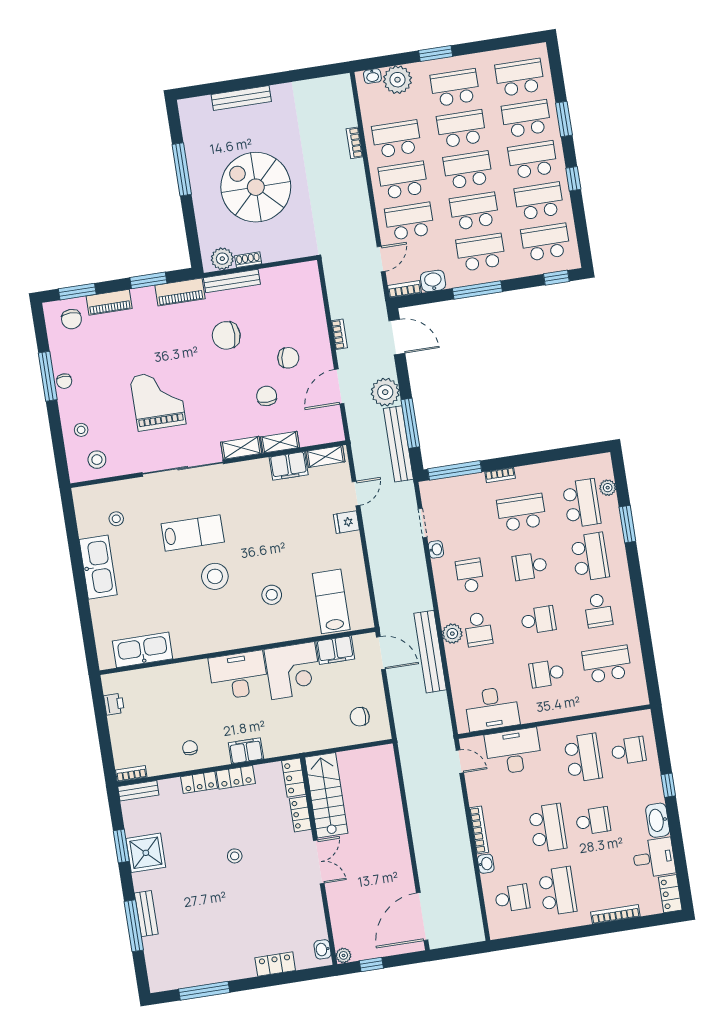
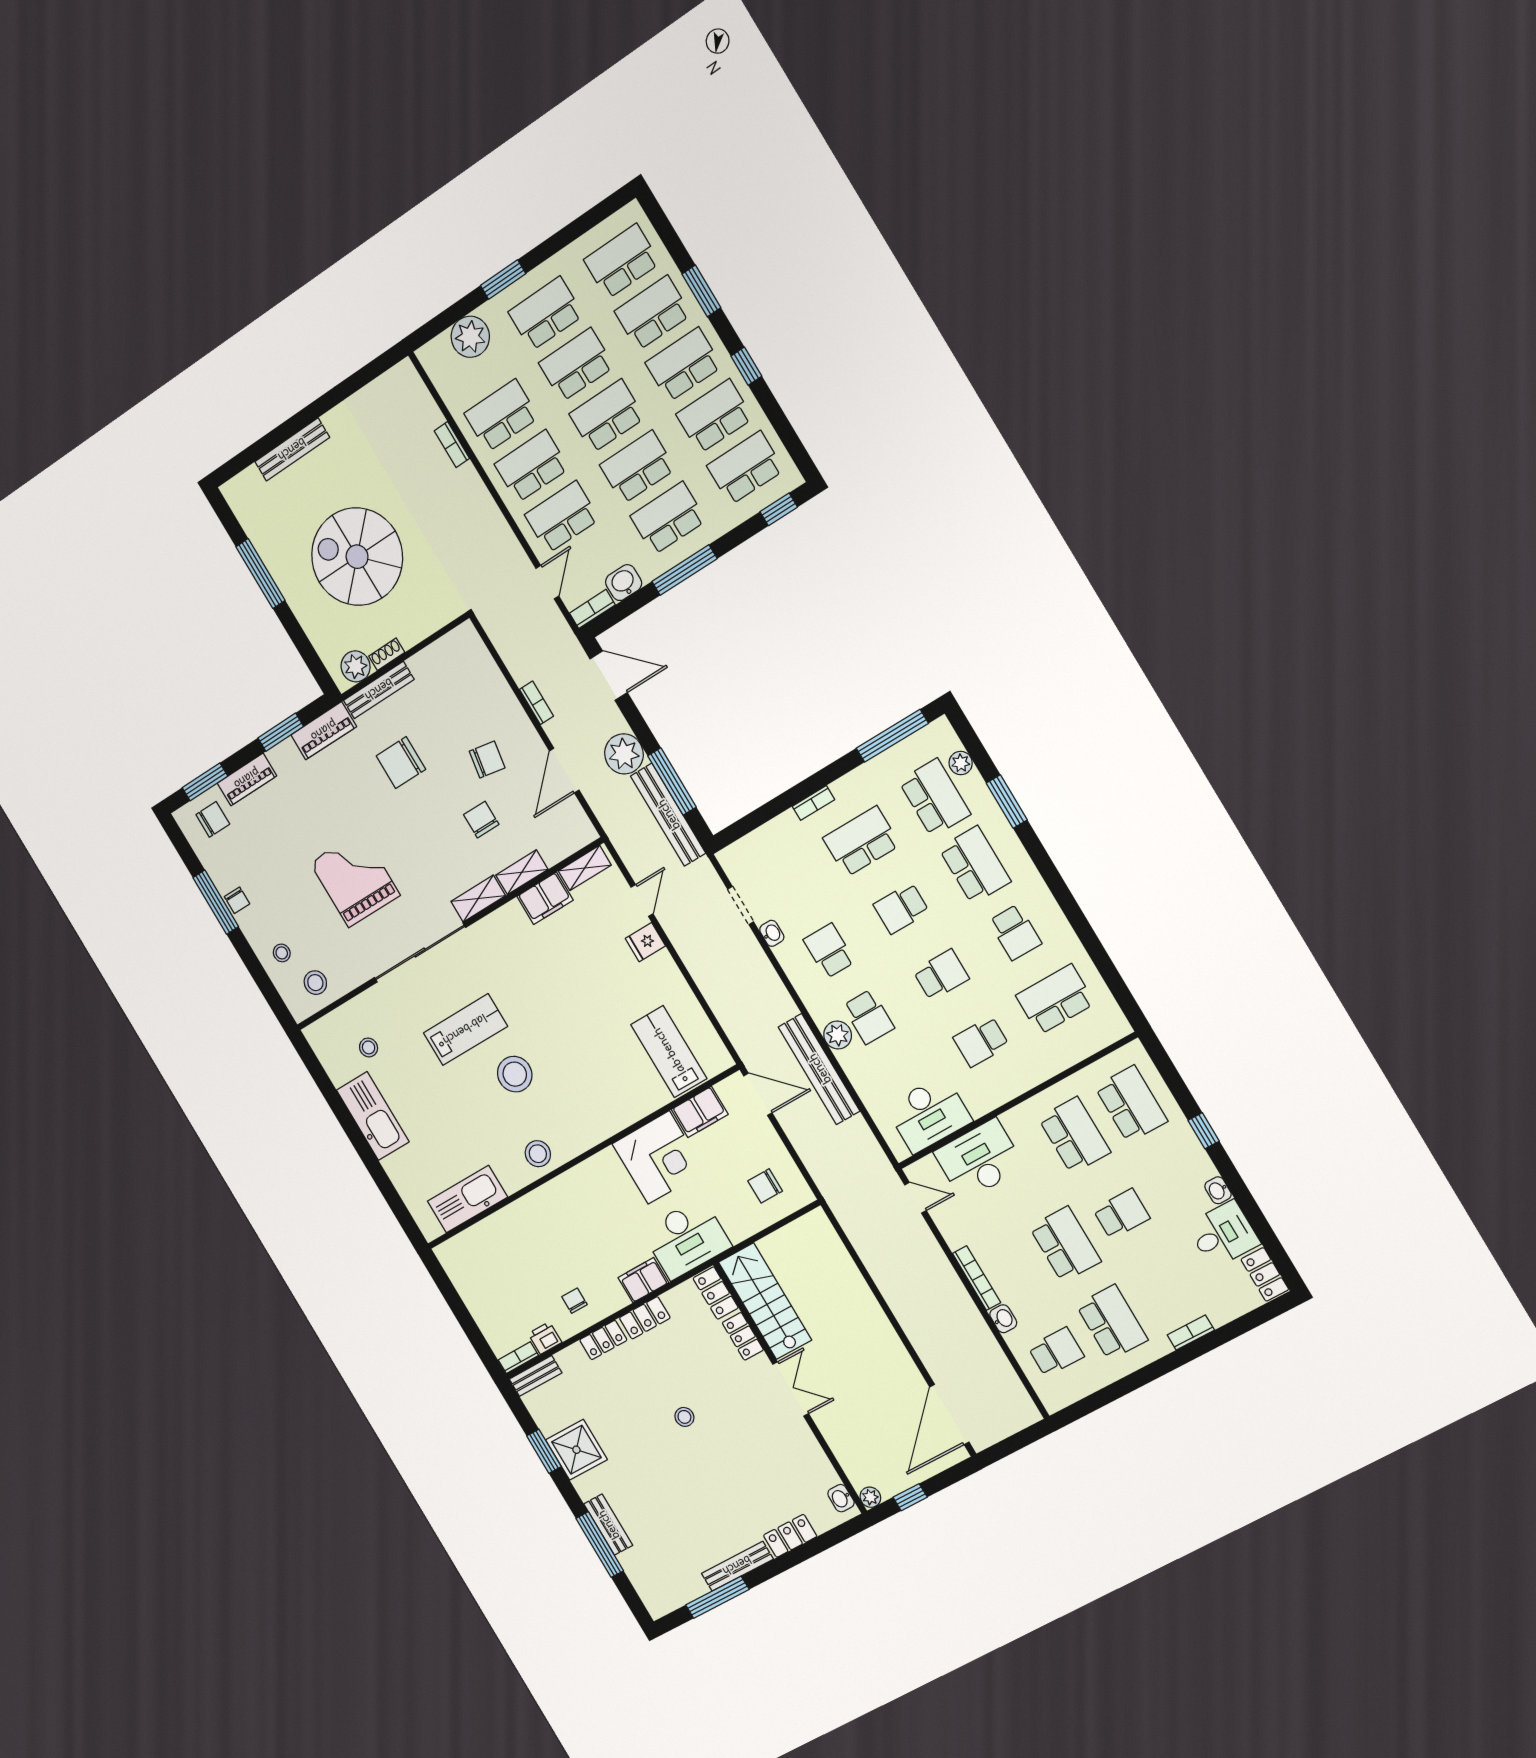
washbasin: (372, 76) -> (438, 347), removed
chair: (71, 319) -> (213, 819), turned -90
window: (455, 470) -> (892, 736), moved
stool: (272, 595) -> (538, 1154), moved
desk: (238, 675) -> (686, 1239), moved, turned 180
printer: (114, 704) -> (545, 1338), moved, turned -90
school desk: (628, 751) -> (1131, 1104), width x1.85
washbasin: (658, 820) -> (1218, 1190), width x0.52, depth x0.69
bookcase: (615, 914) -> (1191, 1332), width x0.64
bench: (228, 973) -> (737, 1566), added

